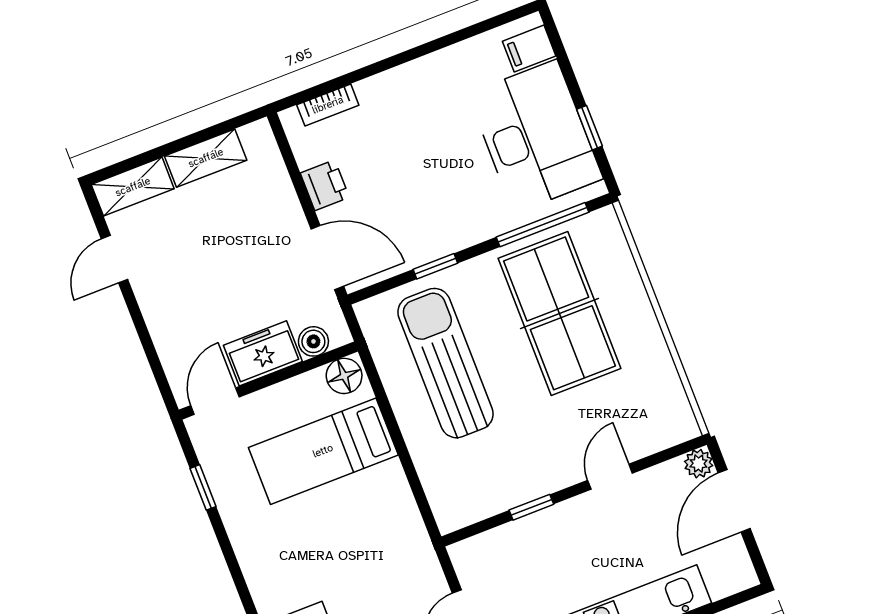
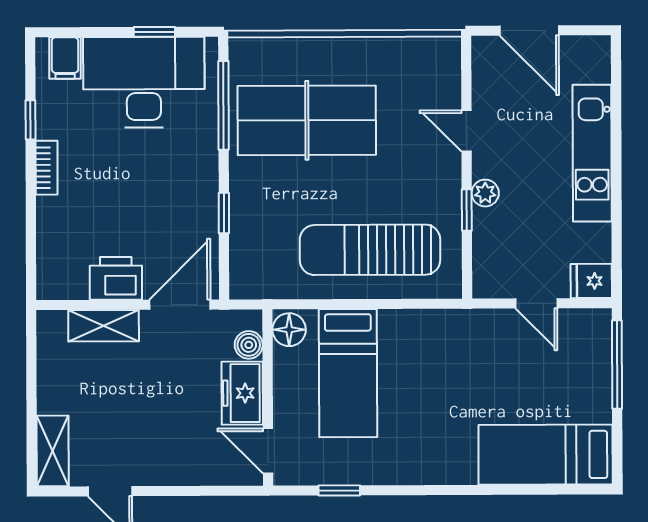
window: (454, 38) -> (31, 120), added
bookcase: (328, 105) -> (47, 168), moved
shelving: (206, 158) -> (104, 326), moved, turned 90
printer: (325, 185) -> (116, 278), width x1.36, depth x1.24
sun lounger: (445, 363) -> (370, 250), moved
plant: (699, 464) -> (485, 193), moved

